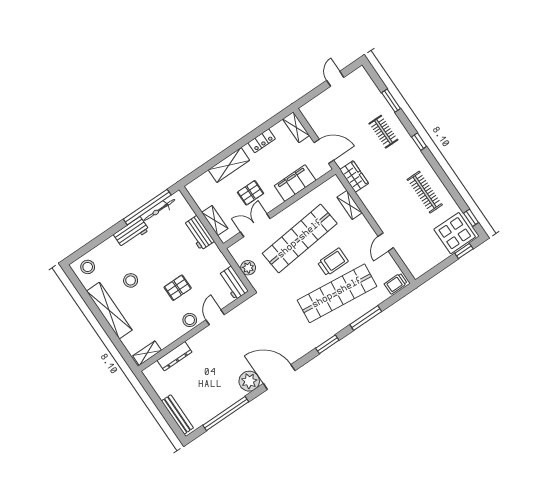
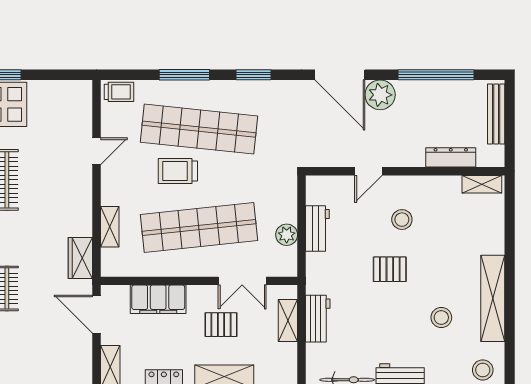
door: (215, 317) -> (368, 171), moved
wall: (195, 331) -> (405, 171), moved
shelving: (147, 353) -> (482, 184), moved
dresser: (175, 356) -> (451, 157), moved

